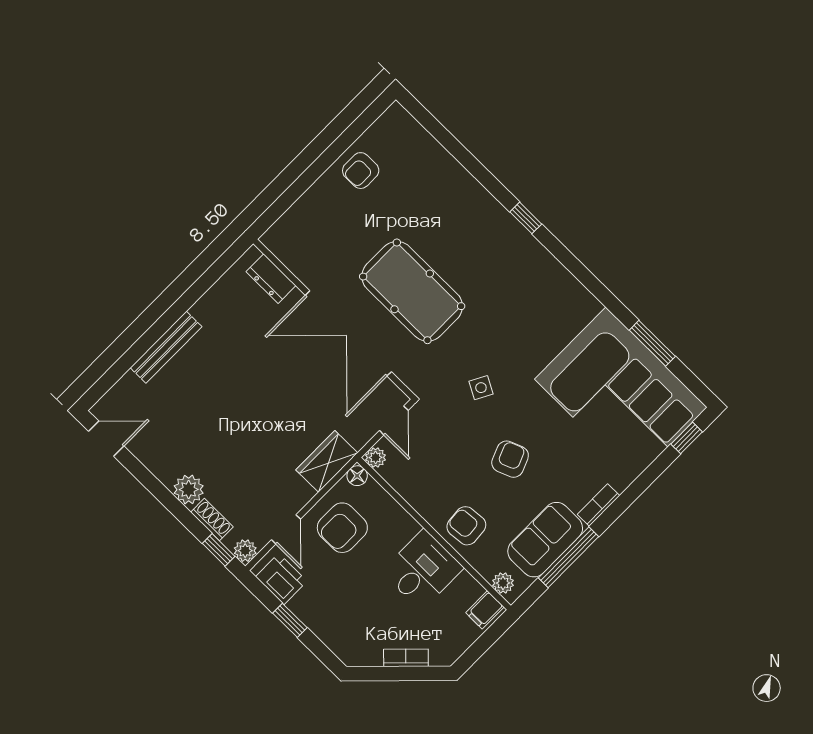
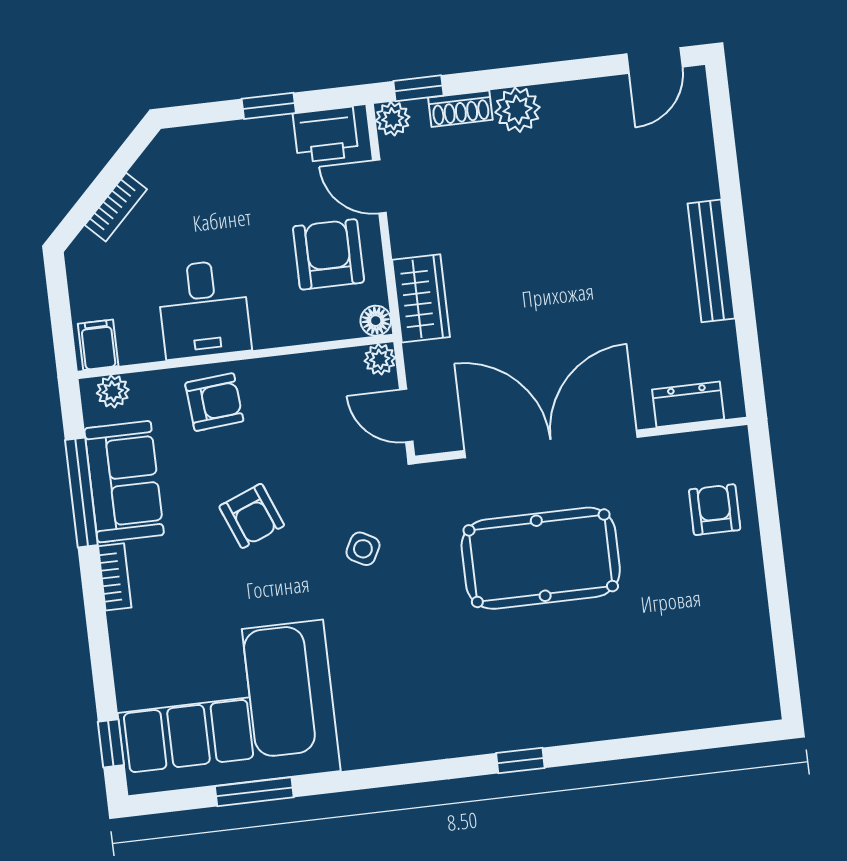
armchair: (361, 171) -> (715, 510), moved
bench: (166, 347) -> (711, 261), moved

